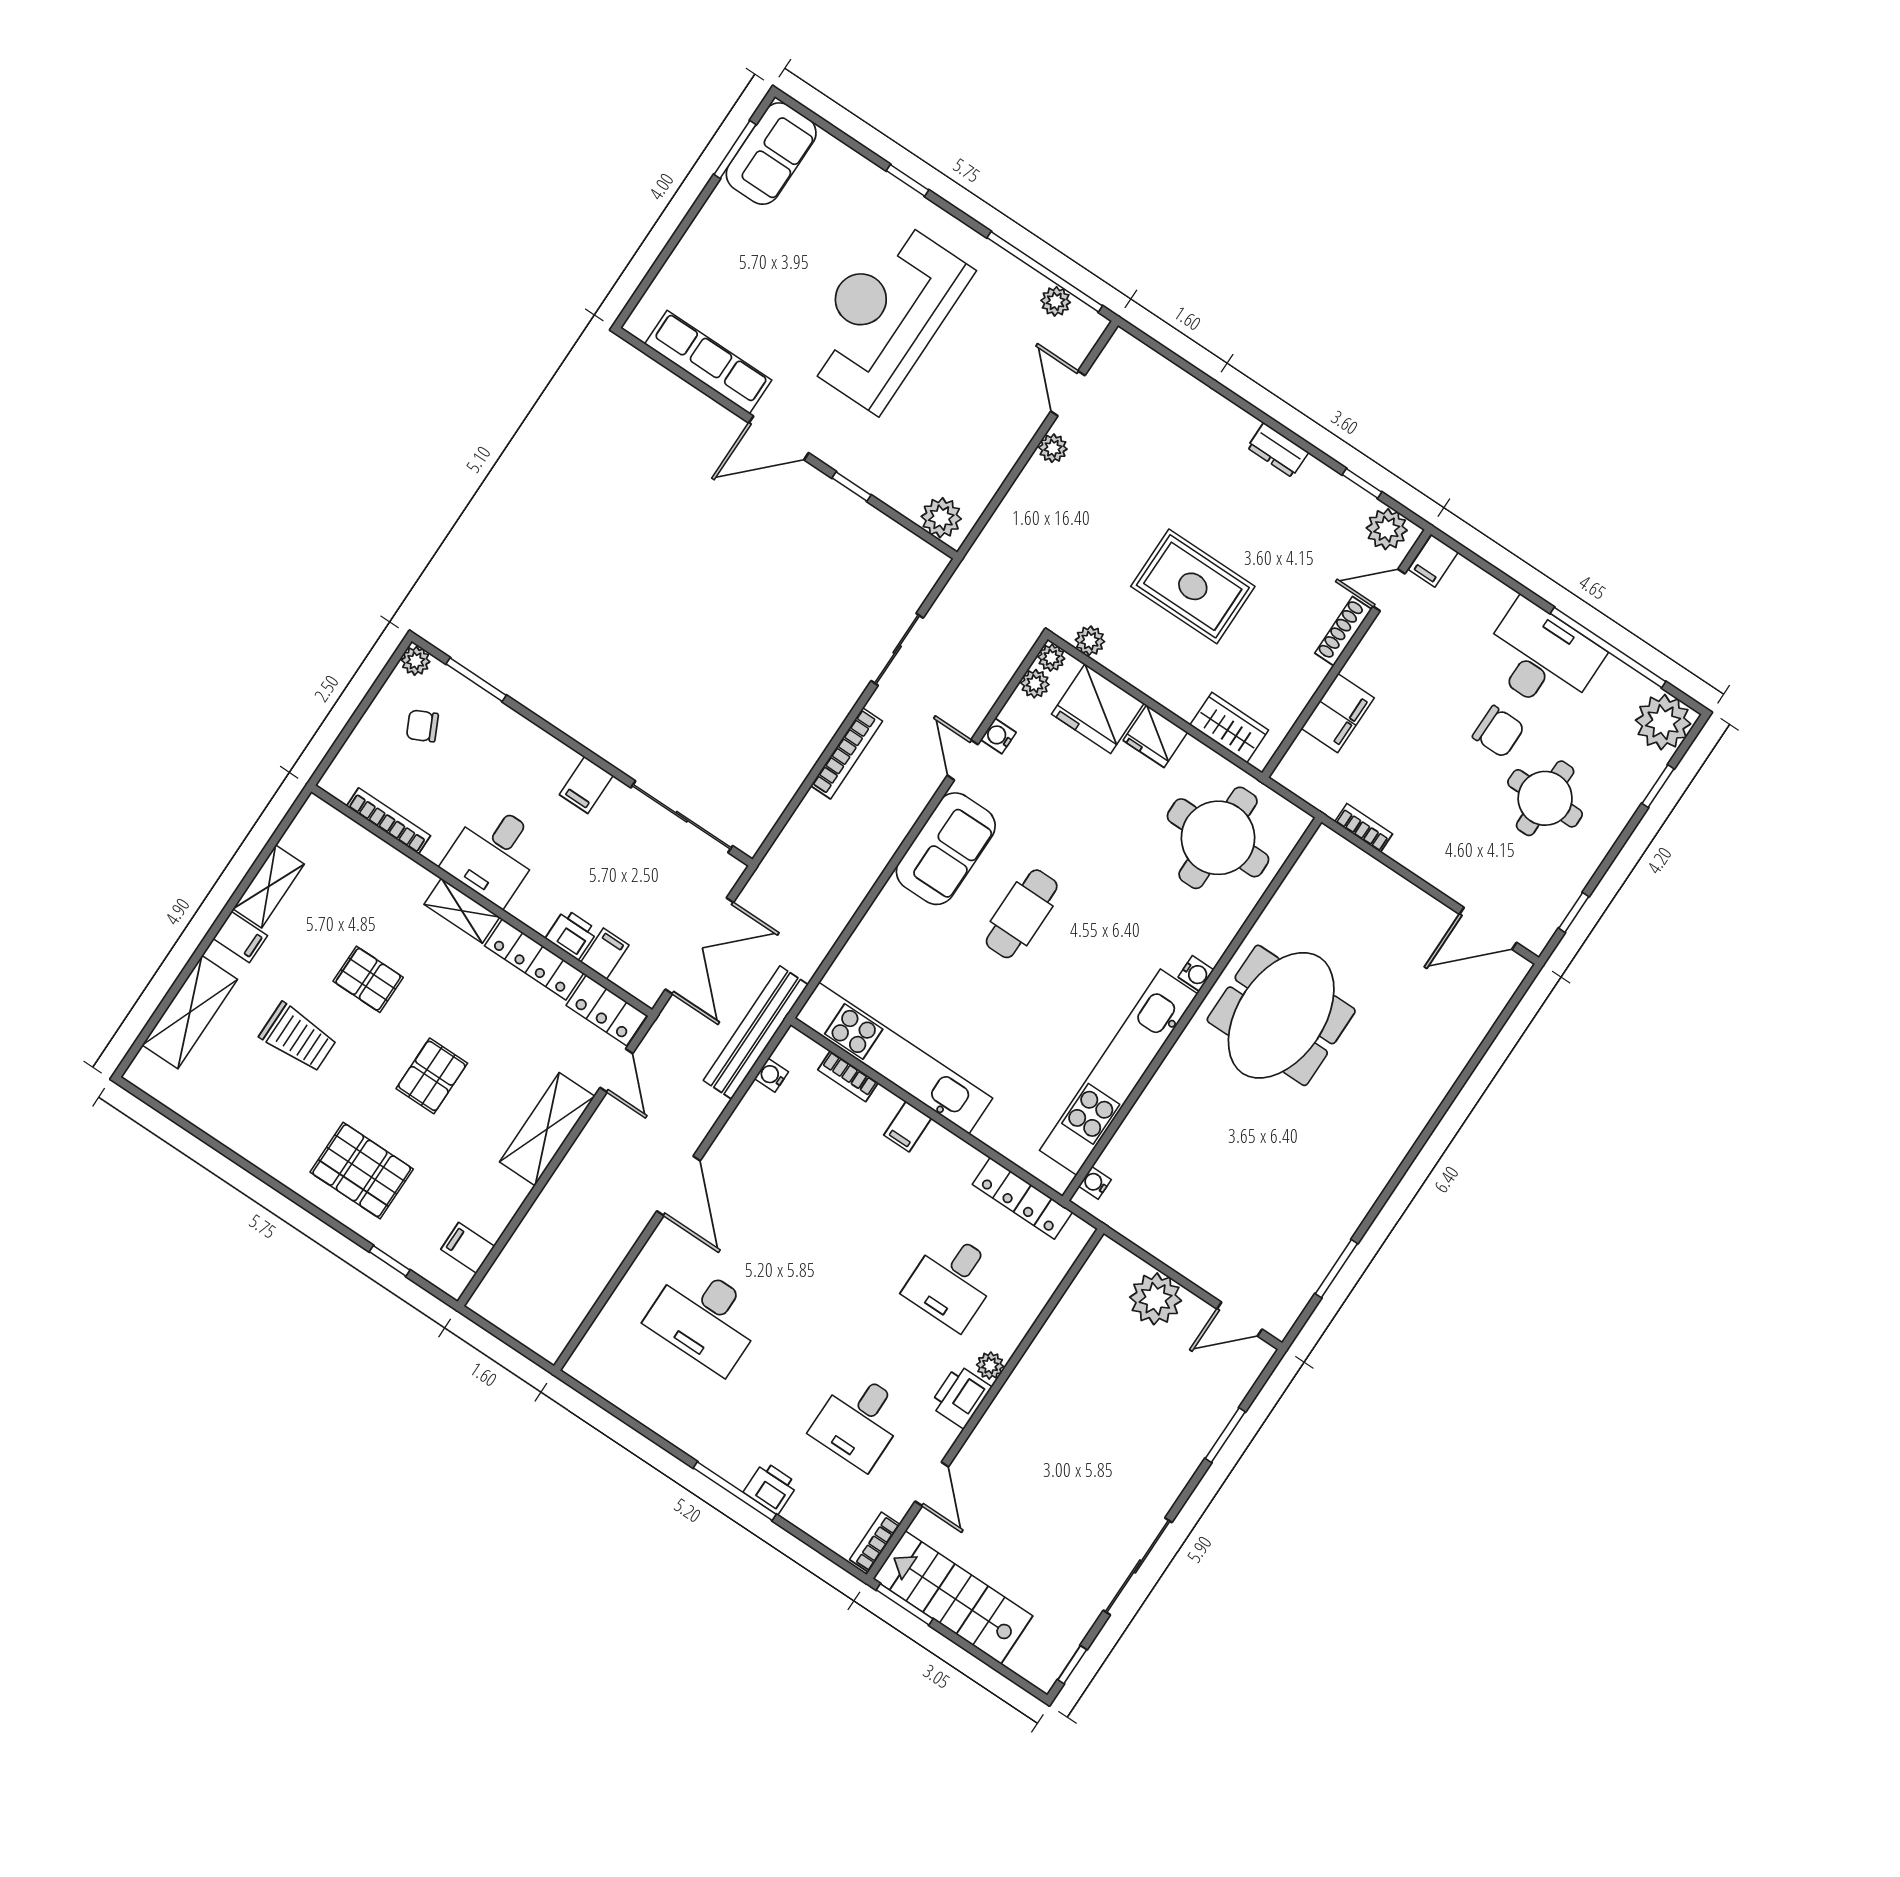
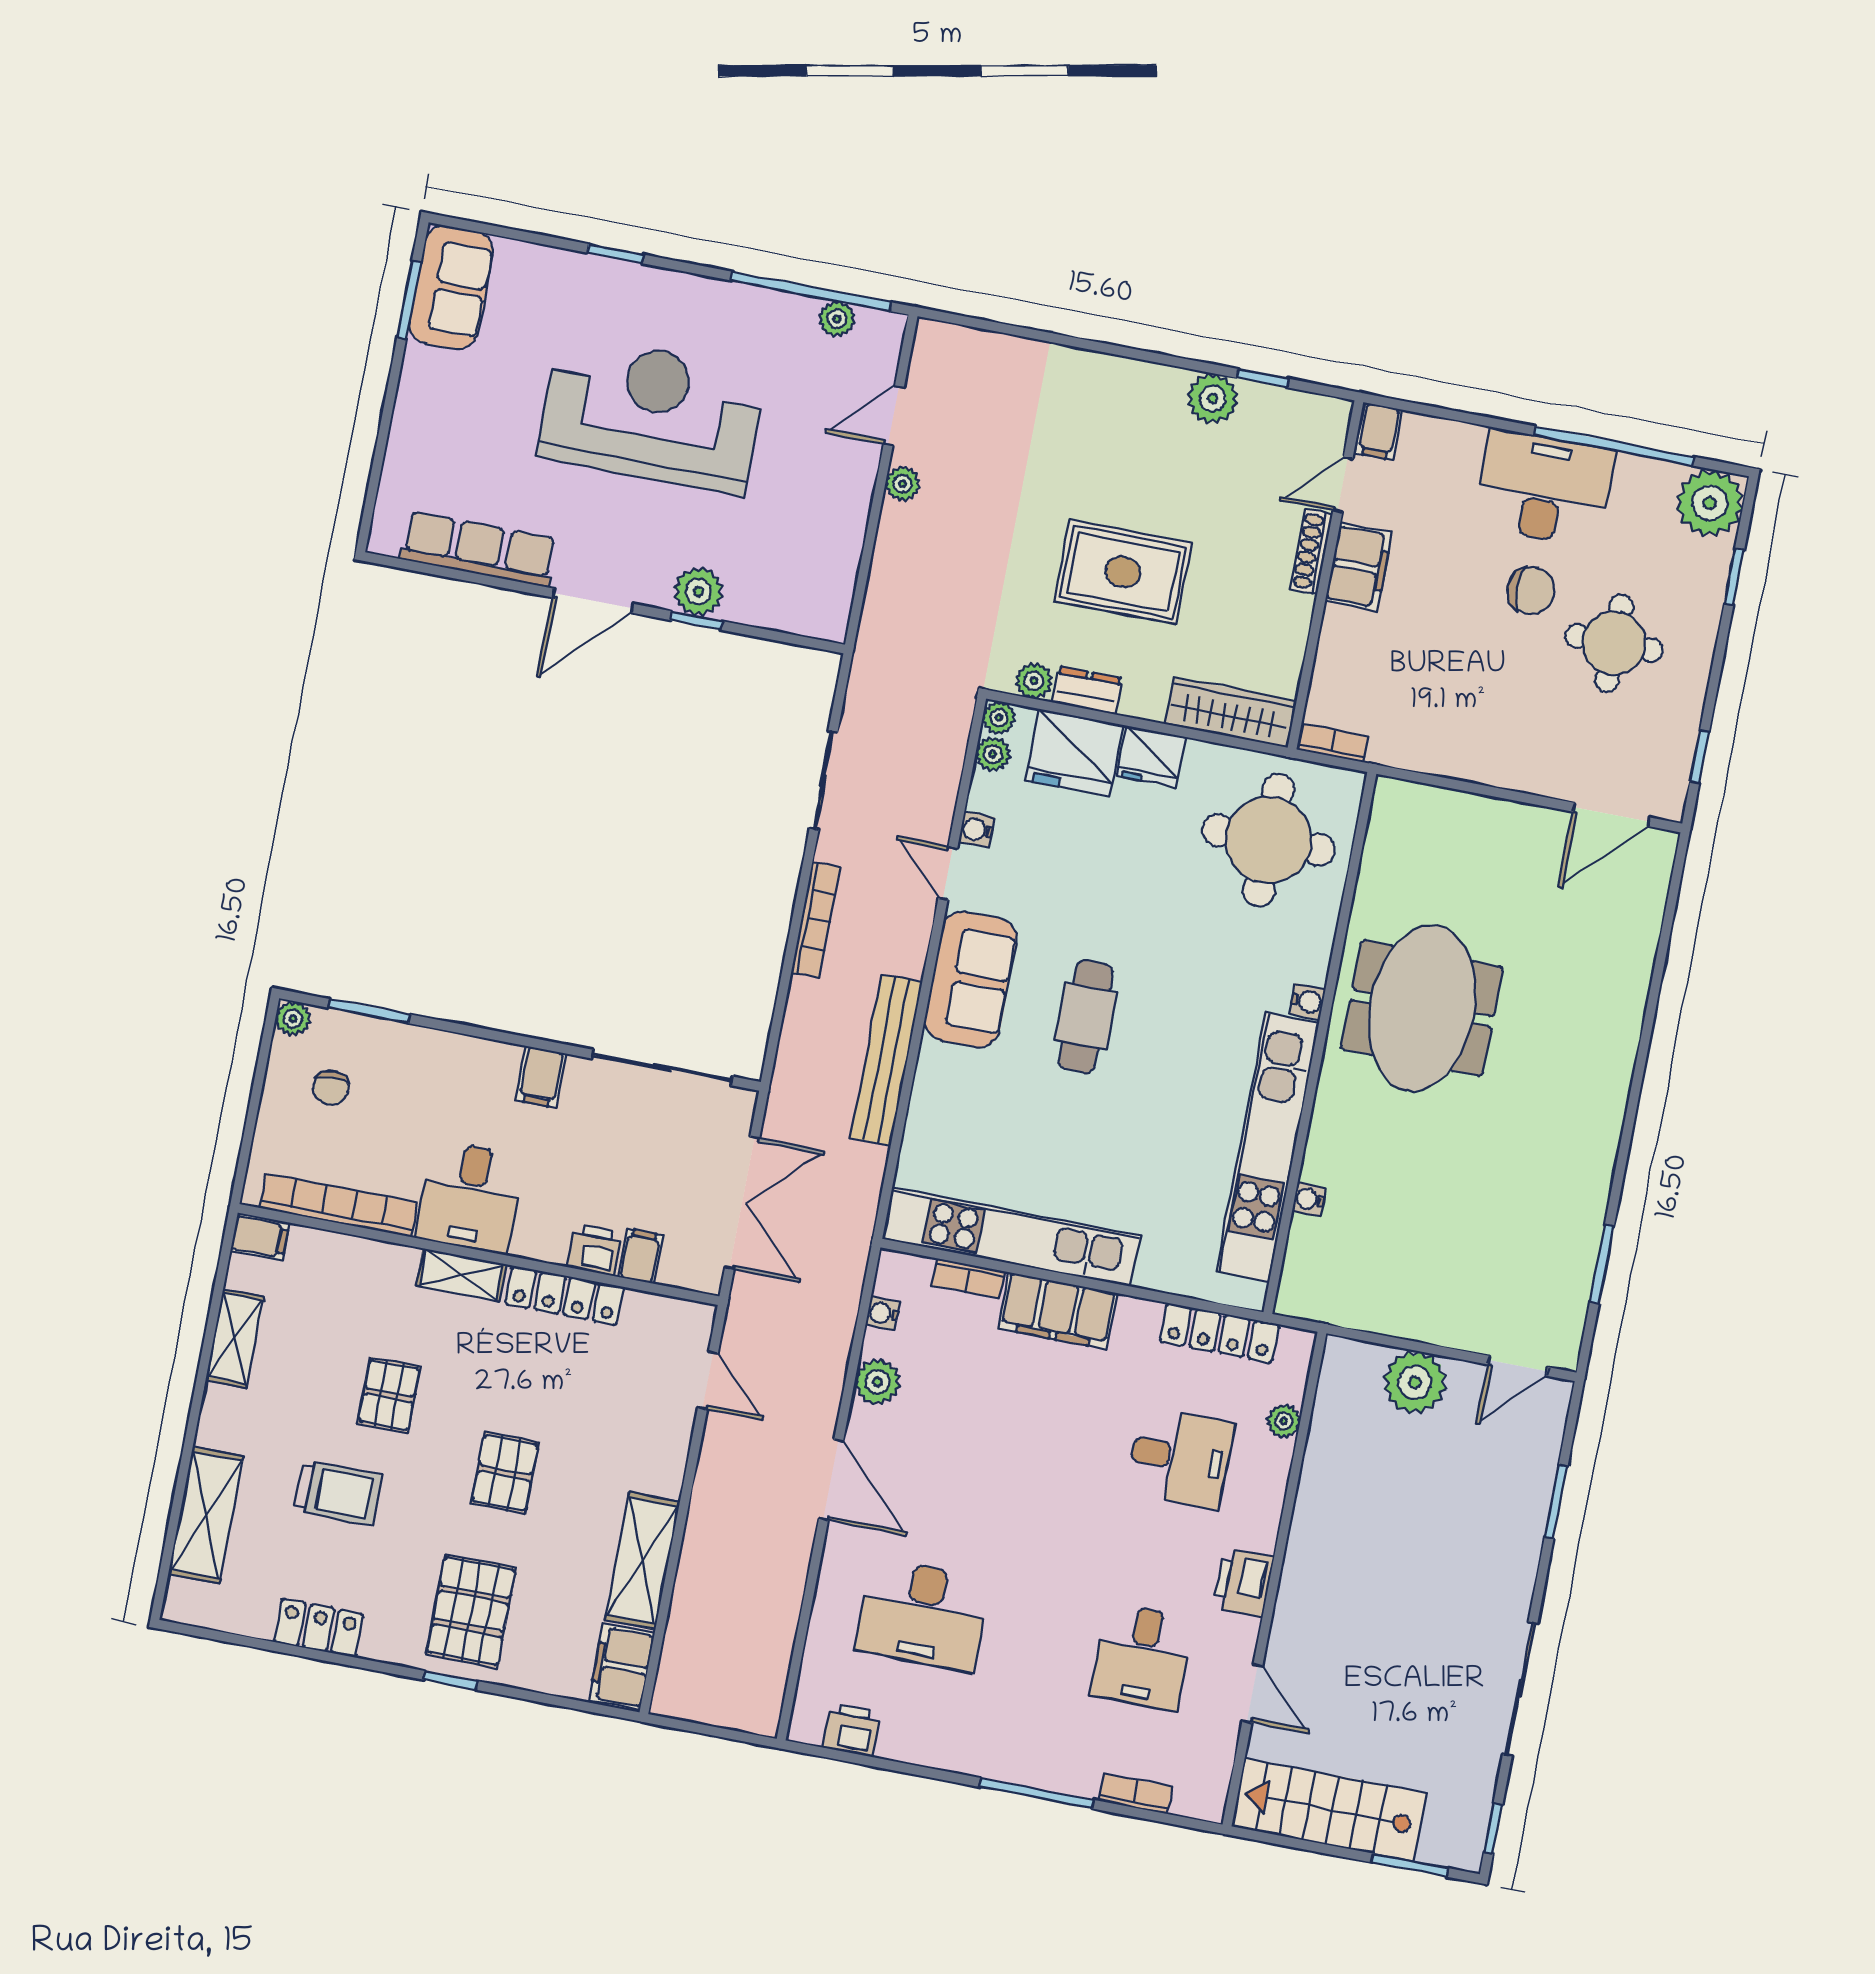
reception desk: (884, 315) -> (652, 414), turned 90
door: (1068, 393) -> (894, 416), hinge flipped
dresser: (1278, 450) -> (1087, 690), moved, turned 180
plant: (941, 518) -> (698, 592), moved
plant: (1387, 529) -> (1213, 398), moved
filing cabinet: (1338, 713) -> (1359, 567), moved
chair: (422, 726) -> (331, 1088), turned -64
wardrobe: (1229, 728) -> (1230, 712), width x1.50
bookcase: (389, 821) -> (338, 1205), width x1.48, depth x1.31
bookcase: (1364, 828) -> (1333, 743), moved
filing cabinet: (240, 937) -> (260, 1237), moved
pallet: (368, 979) -> (389, 1395), turned 90
locker: (607, 1010) -> (319, 1628), moved, turned 180
bench: (756, 1033) -> (886, 1060), moved
plant: (745, 1126) -> (877, 1382), added
filing cabinet: (908, 1127) -> (1058, 1311), width x3.00, depth x1.17
shelving: (547, 1129) -> (642, 1561), moved
pallet: (362, 1171) -> (471, 1611), turned 90
water cooler: (1095, 1183) -> (1309, 1199), moved
filing cabinet: (468, 1248) -> (622, 1667), width x2.00
window: (390, 1261) -> (451, 1680), moved
desk: (952, 1281) -> (1180, 1458), turned -90
plant: (990, 1366) -> (1284, 1421), moved
printer: (771, 1488) -> (851, 1730), moved
bookcase: (875, 1542) -> (1136, 1794), moved, turned 90
window: (905, 1604) -> (1410, 1865), moved

